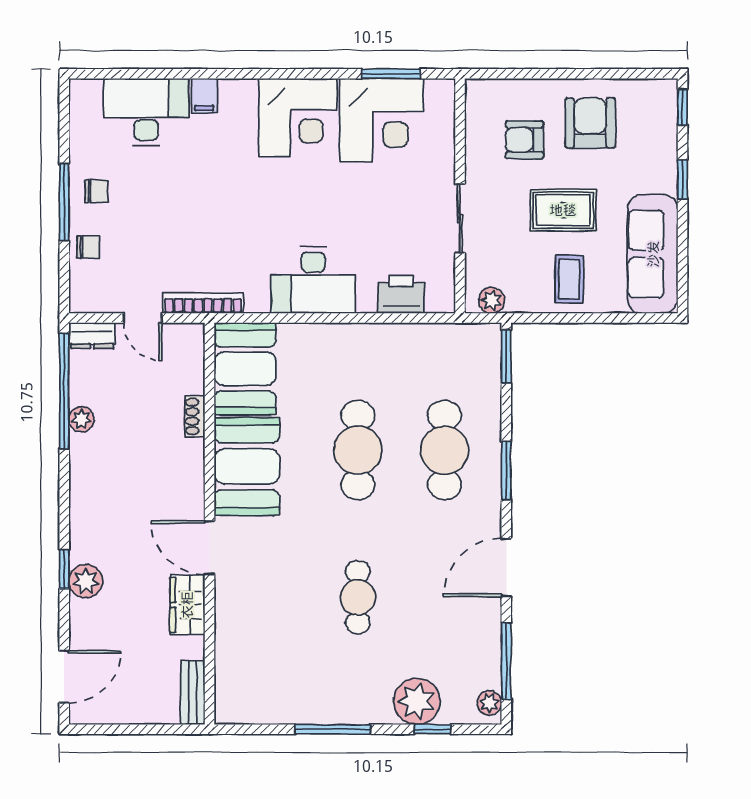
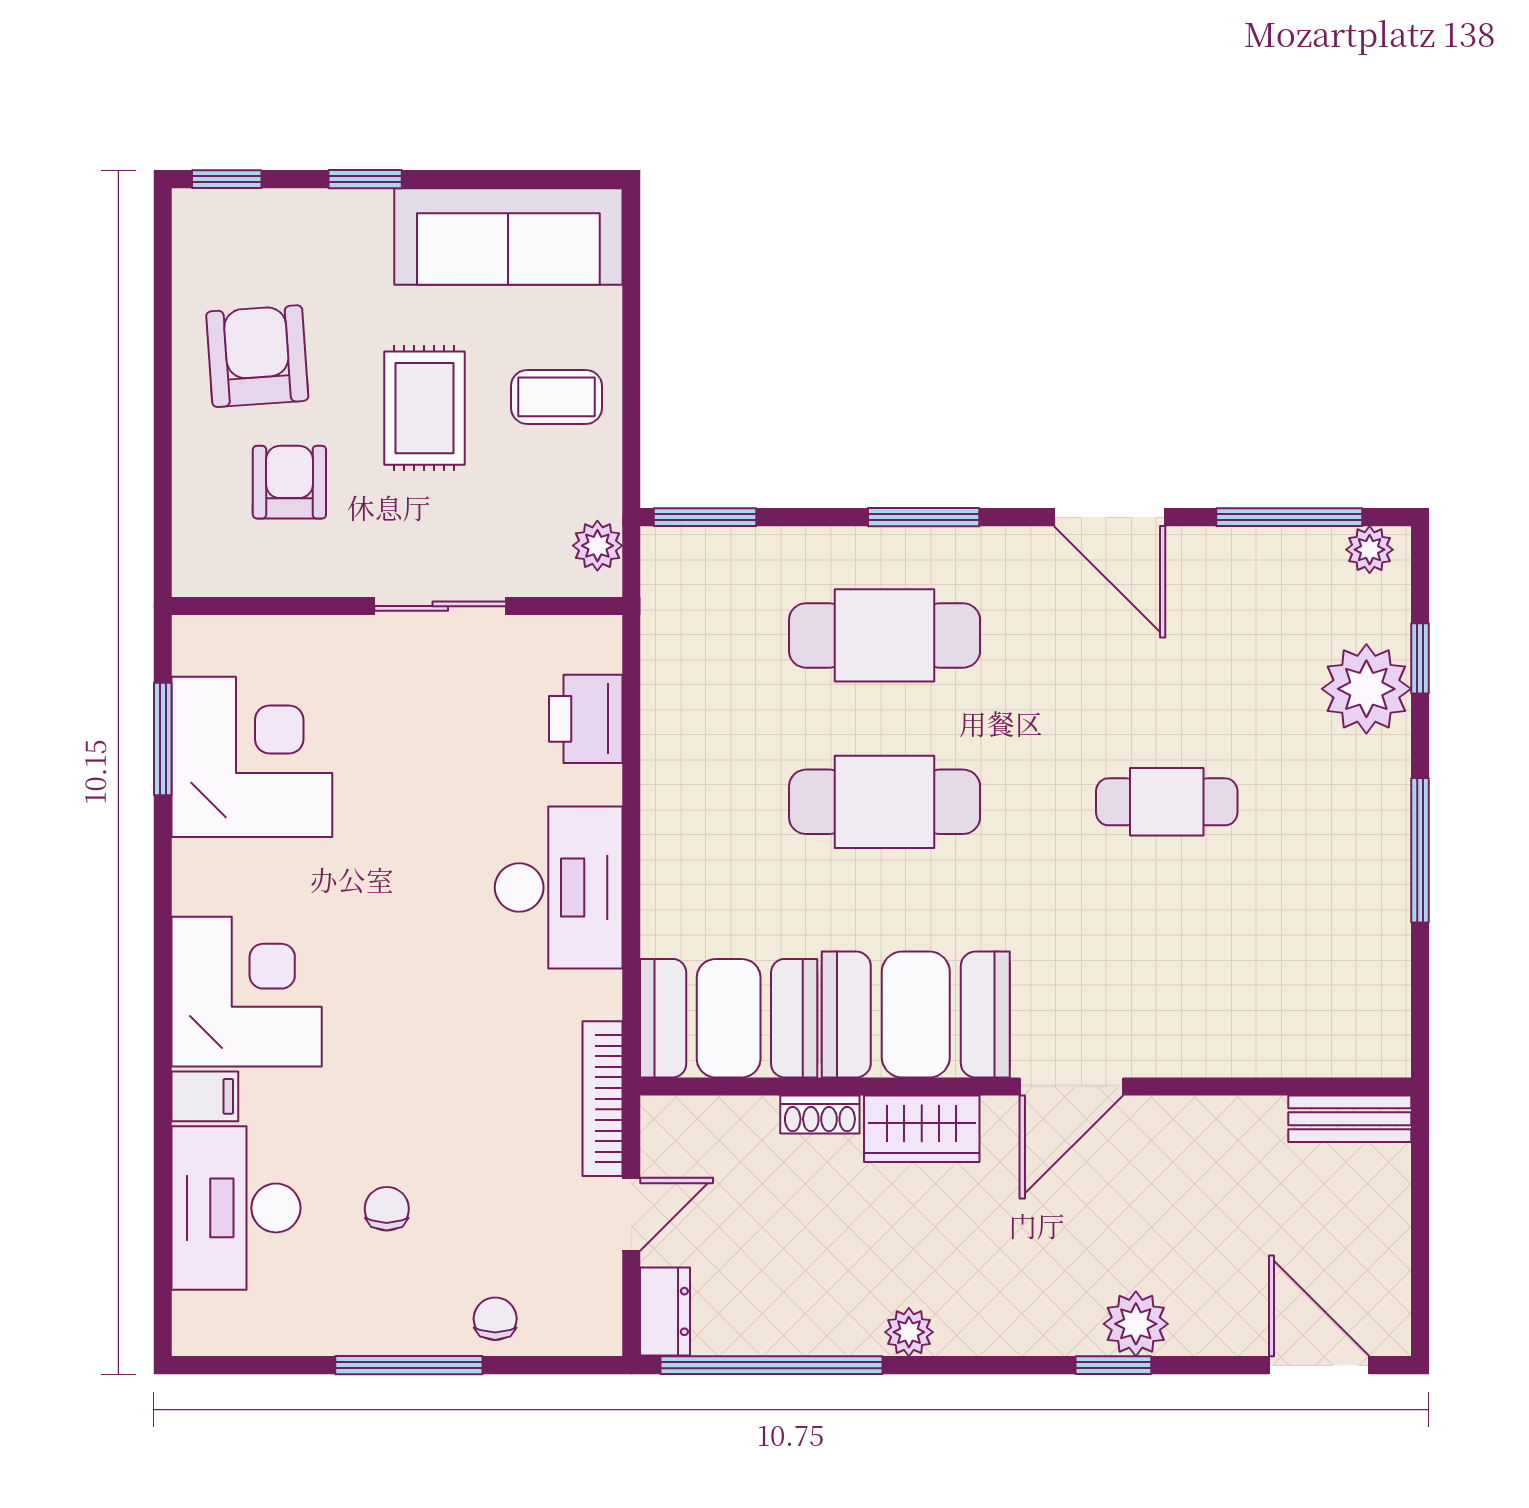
corner desk: (298, 118) -> (247, 992), moved
armchair: (590, 123) -> (257, 356), turned 86
armchair: (525, 140) -> (289, 482), turned 180
chair: (96, 191) -> (387, 1209), moved
plant: (81, 419) -> (909, 1332), moved
wardrobe: (187, 605) -> (922, 1129), moved

